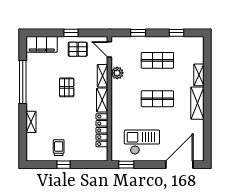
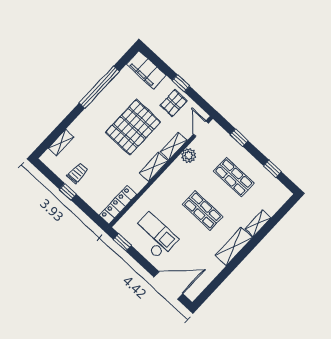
pallet: (78, 49) -> (173, 103), turned 90
pallet: (67, 87) -> (133, 127), width x2.05, depth x2.00
shelving: (31, 122) -> (61, 143), moved
locker: (102, 130) -> (118, 205), moved

